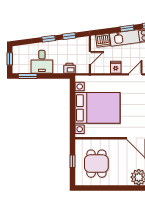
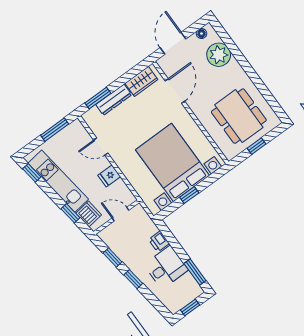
window: (127, 28) -> (70, 213), moved
printer: (70, 68) -> (159, 242), moved
window: (73, 104) -> (189, 195), added
dining table: (96, 164) -> (239, 116), width x1.38

